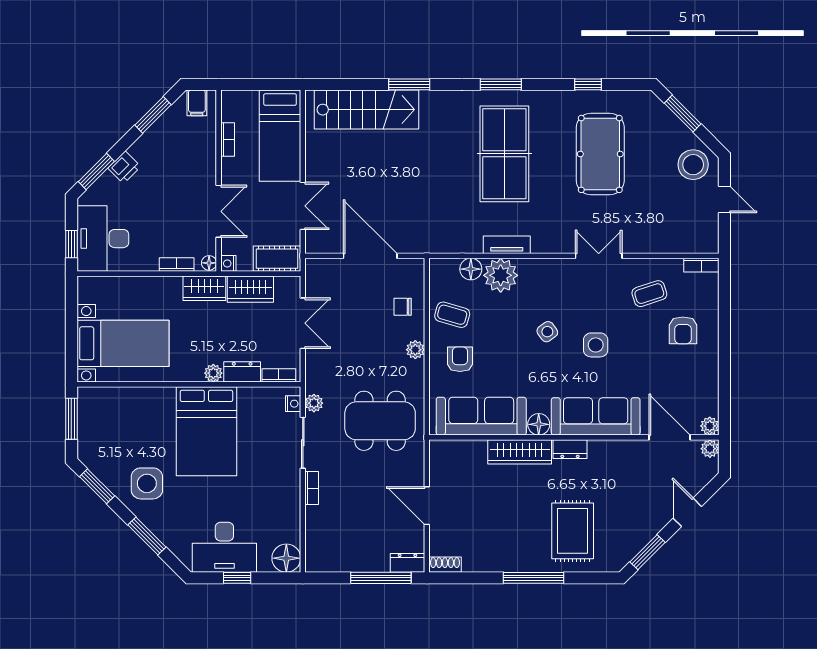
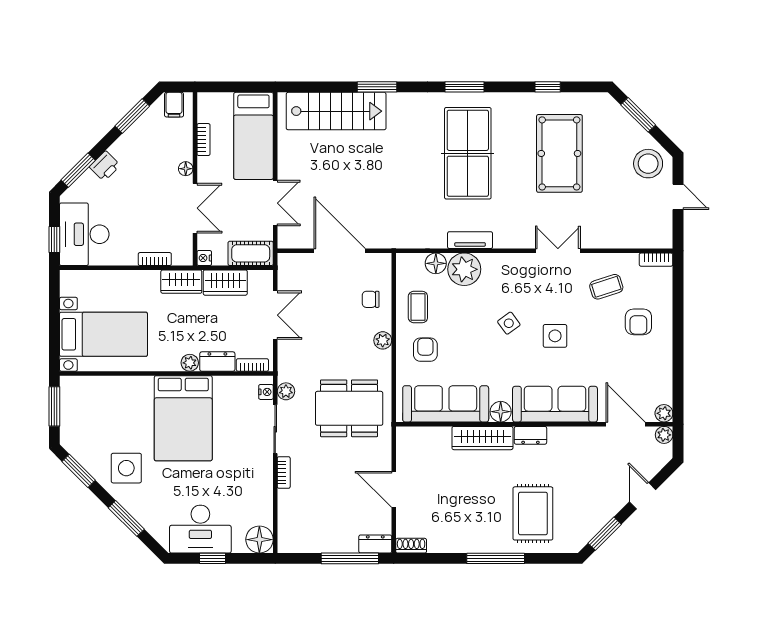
floor lamp: (209, 263) -> (186, 169), moved
coffee table: (452, 315) -> (418, 307), turned 74

